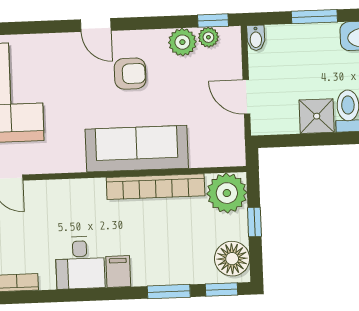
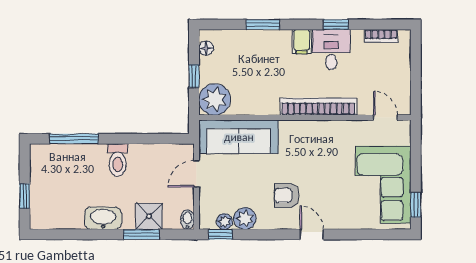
door: (246, 97) -> (197, 174), swing flipped
shower: (317, 116) -> (149, 216), moved
sofa: (137, 149) -> (239, 137), moved
bookcase: (156, 187) -> (318, 107), moved
floor lamp: (232, 259) -> (206, 48), width x0.53, depth x0.53
window: (222, 290) -> (336, 24), moved

